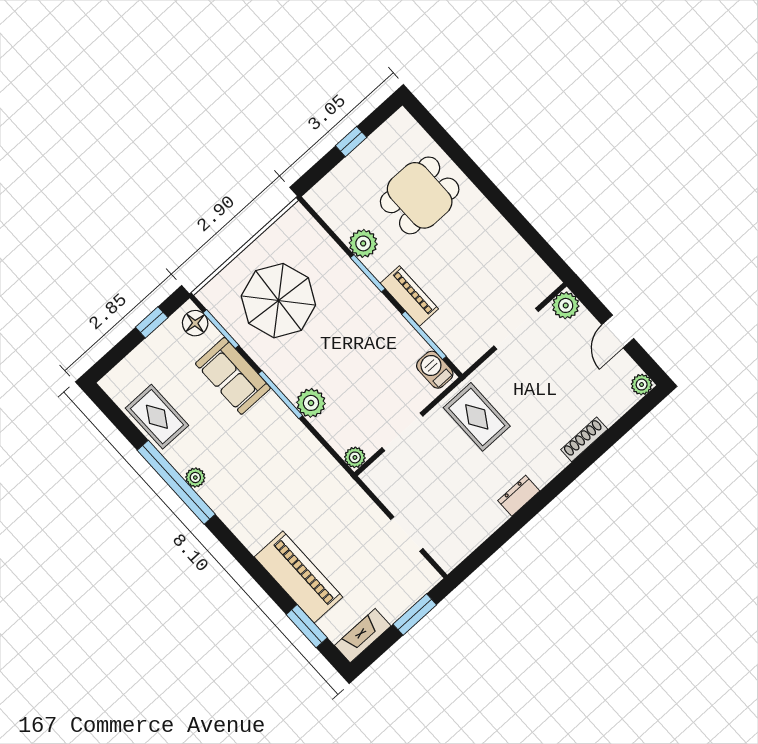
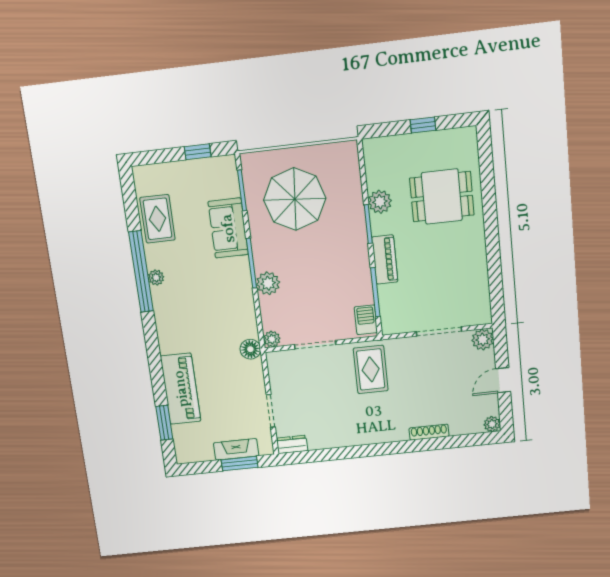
floor lamp: (195, 323) -> (250, 349), moved
dresser: (519, 496) -> (292, 444), moved
fireplace: (363, 636) -> (236, 449), moved

